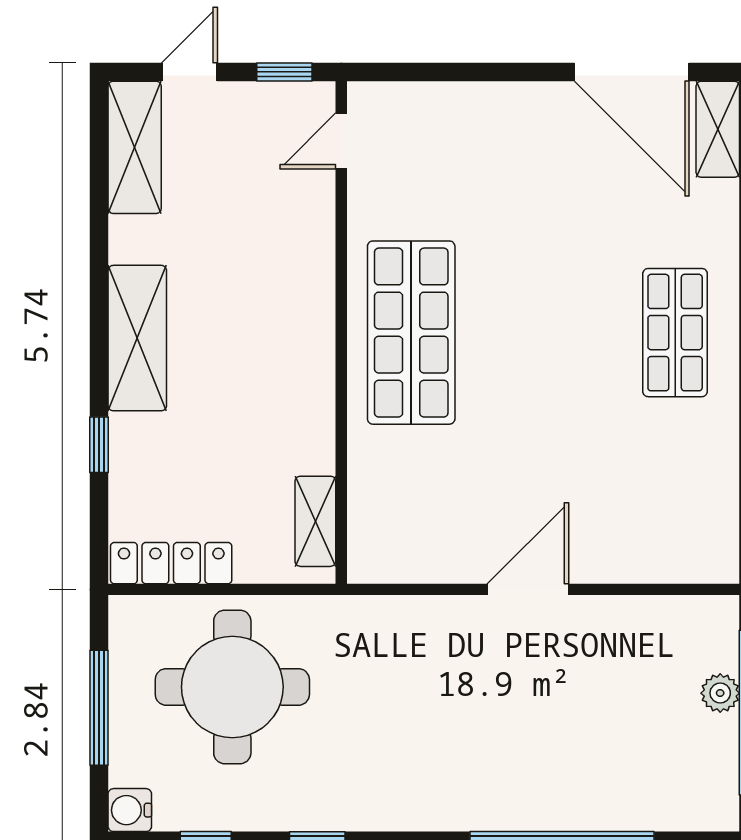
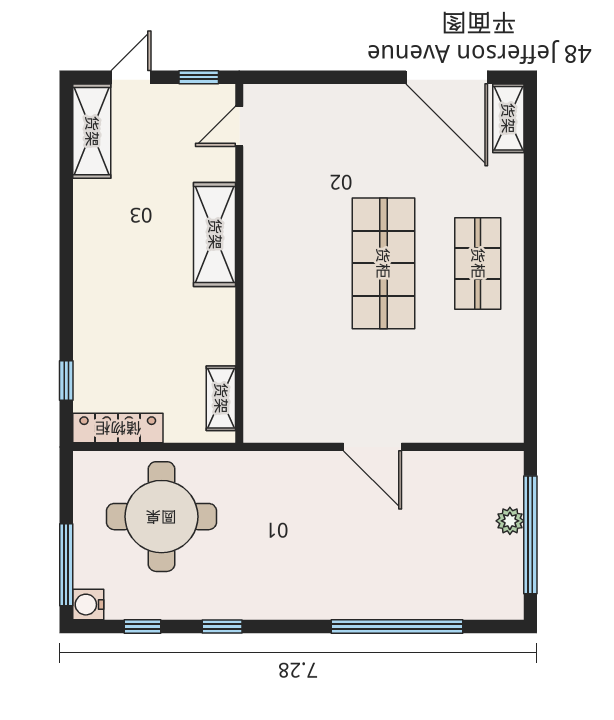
shop shelf: (411, 333) -> (383, 263), moved
shelving: (137, 338) -> (215, 234), moved
window: (99, 445) -> (66, 381), moved
door: (528, 589) -> (373, 447), swing flipped
window: (99, 708) -> (66, 565), moved

